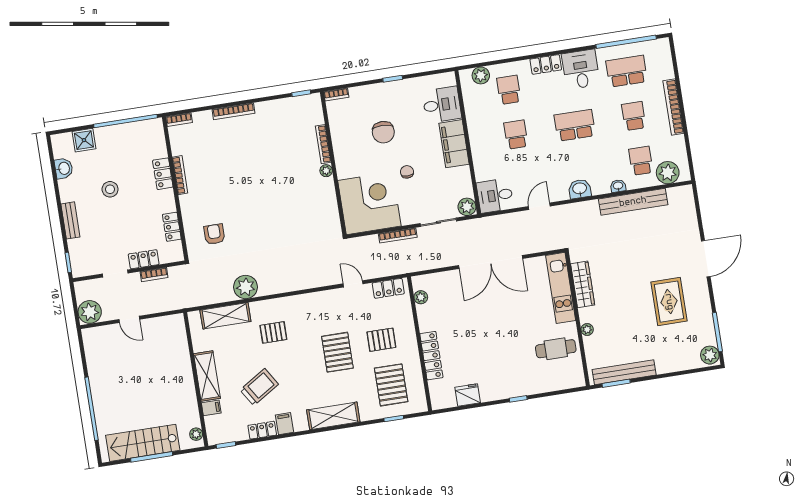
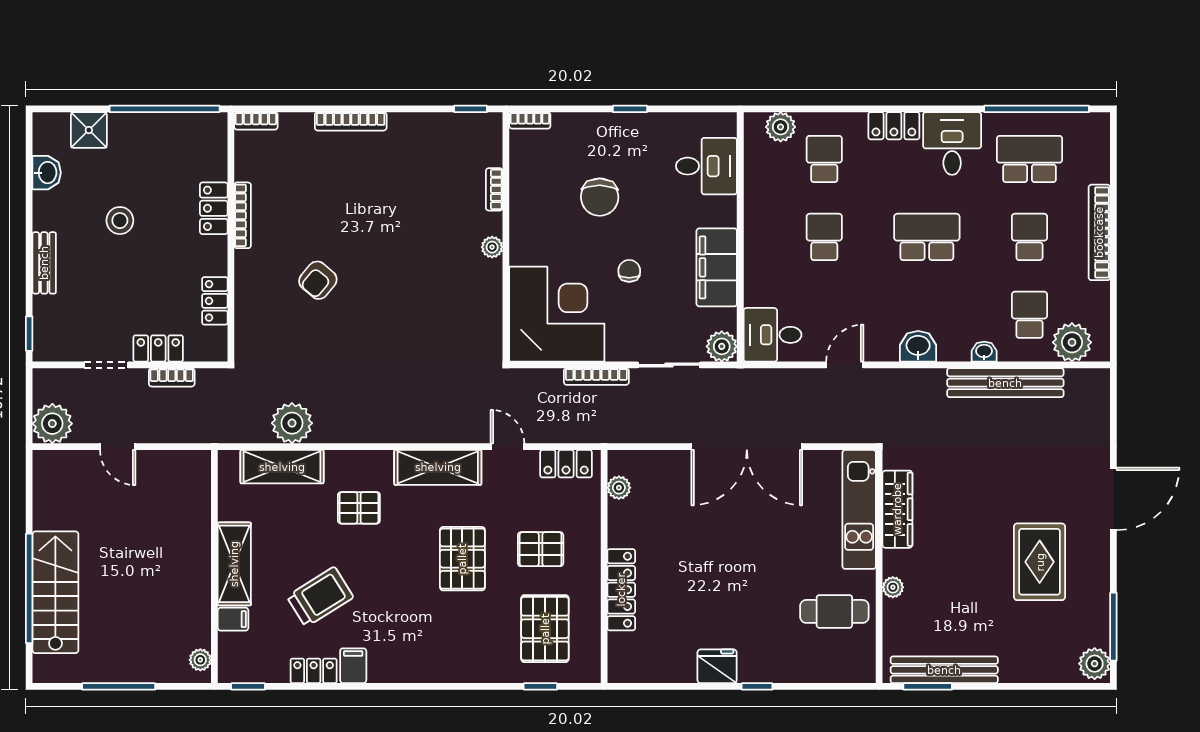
bookcase: (323, 144) -> (494, 189), width x0.64
filing cabinet: (454, 144) -> (717, 267), moved
armchair: (214, 234) -> (318, 280), moved, turned -140
plant: (245, 287) -> (292, 423), moved
fridge: (468, 395) -> (717, 666), moved
shelving: (333, 416) -> (438, 467), moved
stairs: (143, 443) -> (55, 592), moved, turned 90

